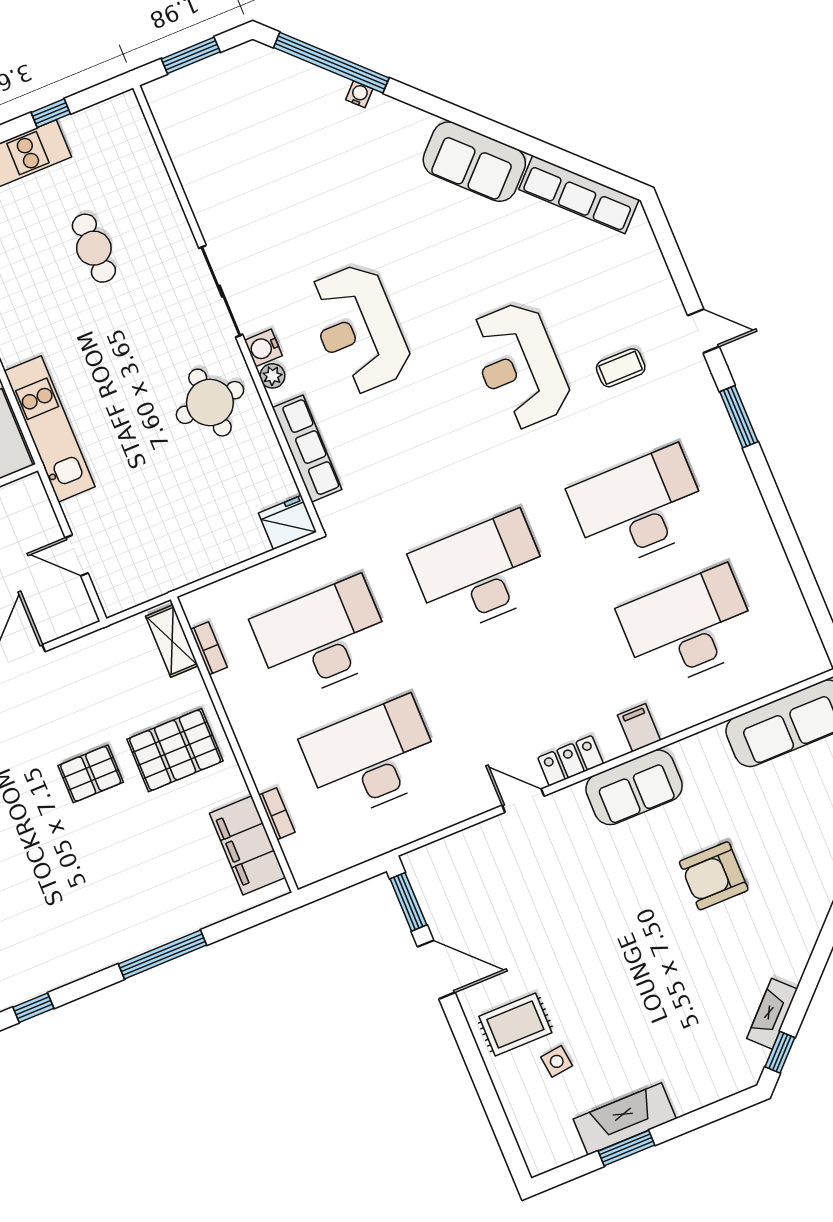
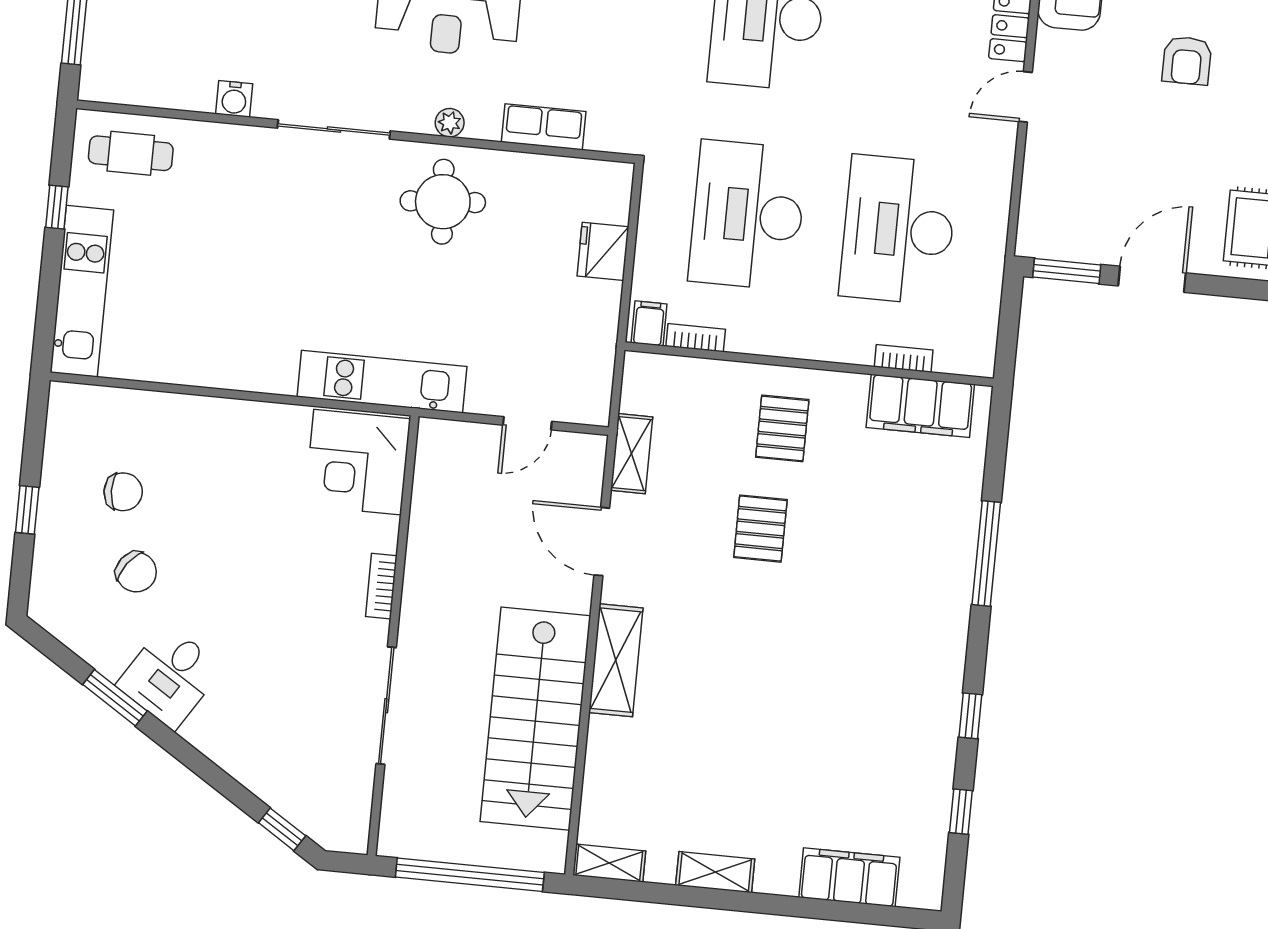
cafe table: (94, 248) -> (131, 153), moved
water cooler: (263, 348) -> (234, 99), moved
row of seats: (307, 449) -> (544, 127), width x0.68
fridge: (288, 523) -> (603, 251), moved
filing cabinet: (201, 607) -> (649, 323), added
shelving: (172, 641) -> (632, 454), moved, turned 90
pallet: (175, 750) -> (782, 428), width x0.67, depth x0.71
armchair: (616, 908) -> (1187, 61), added

